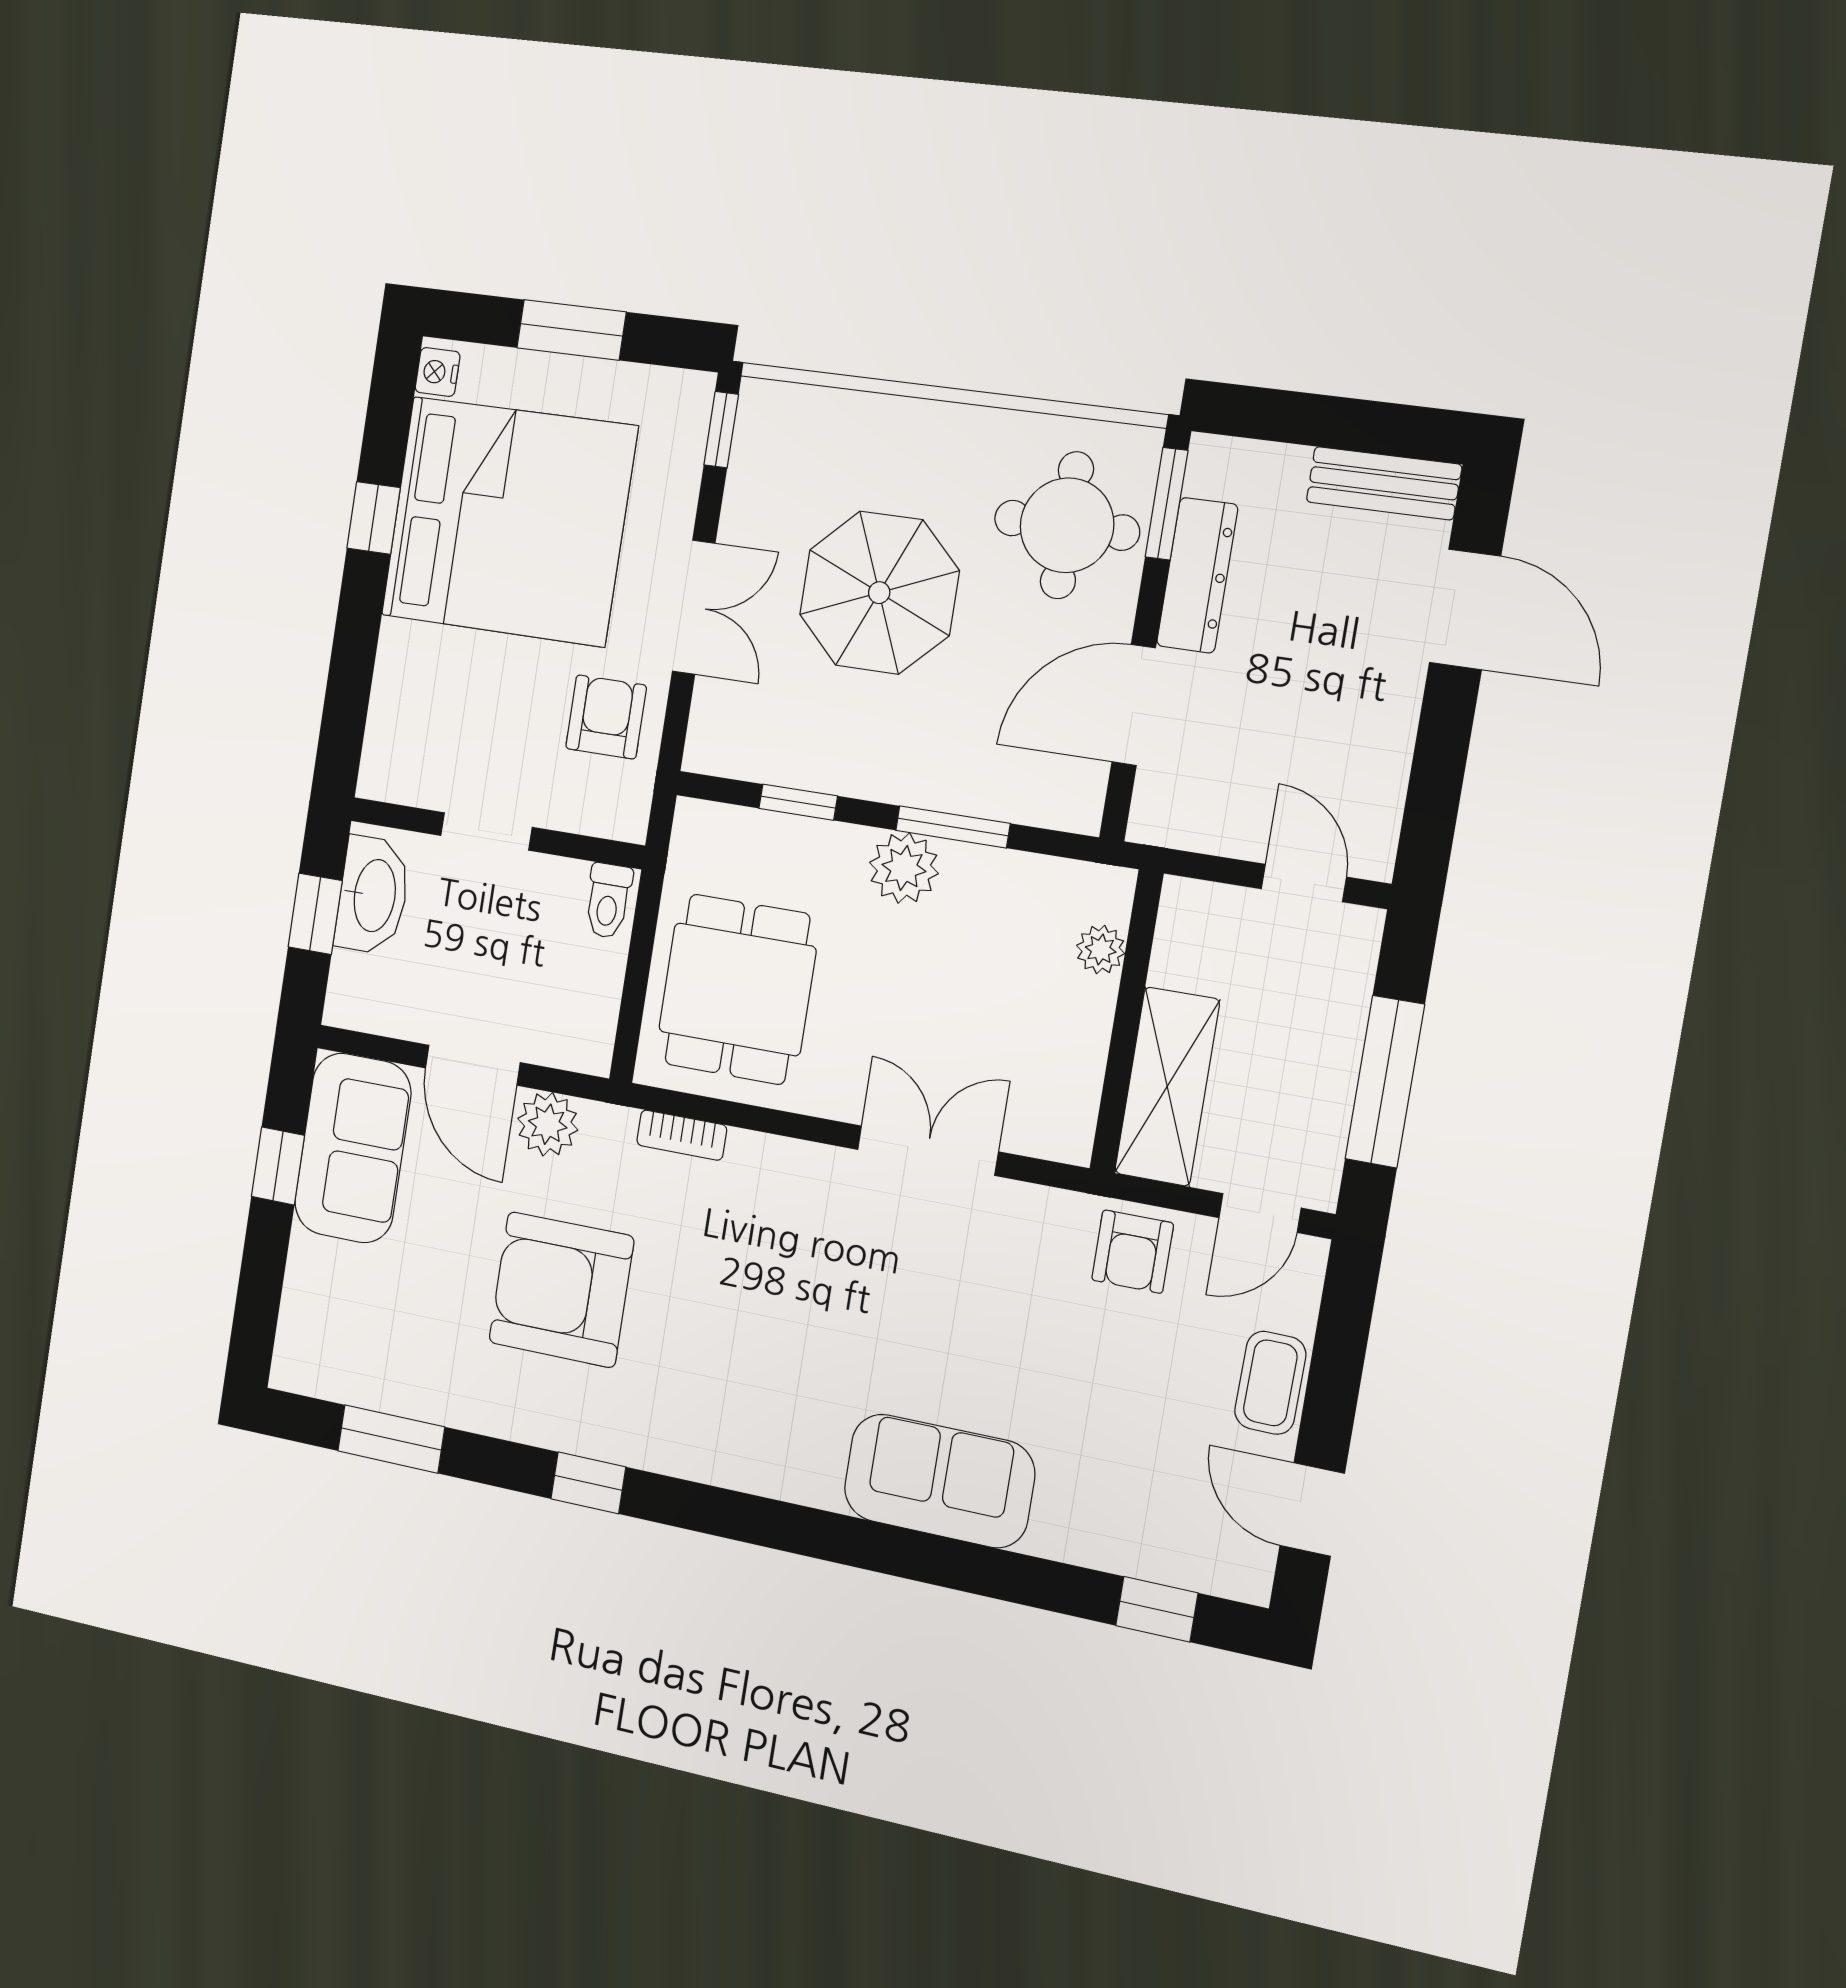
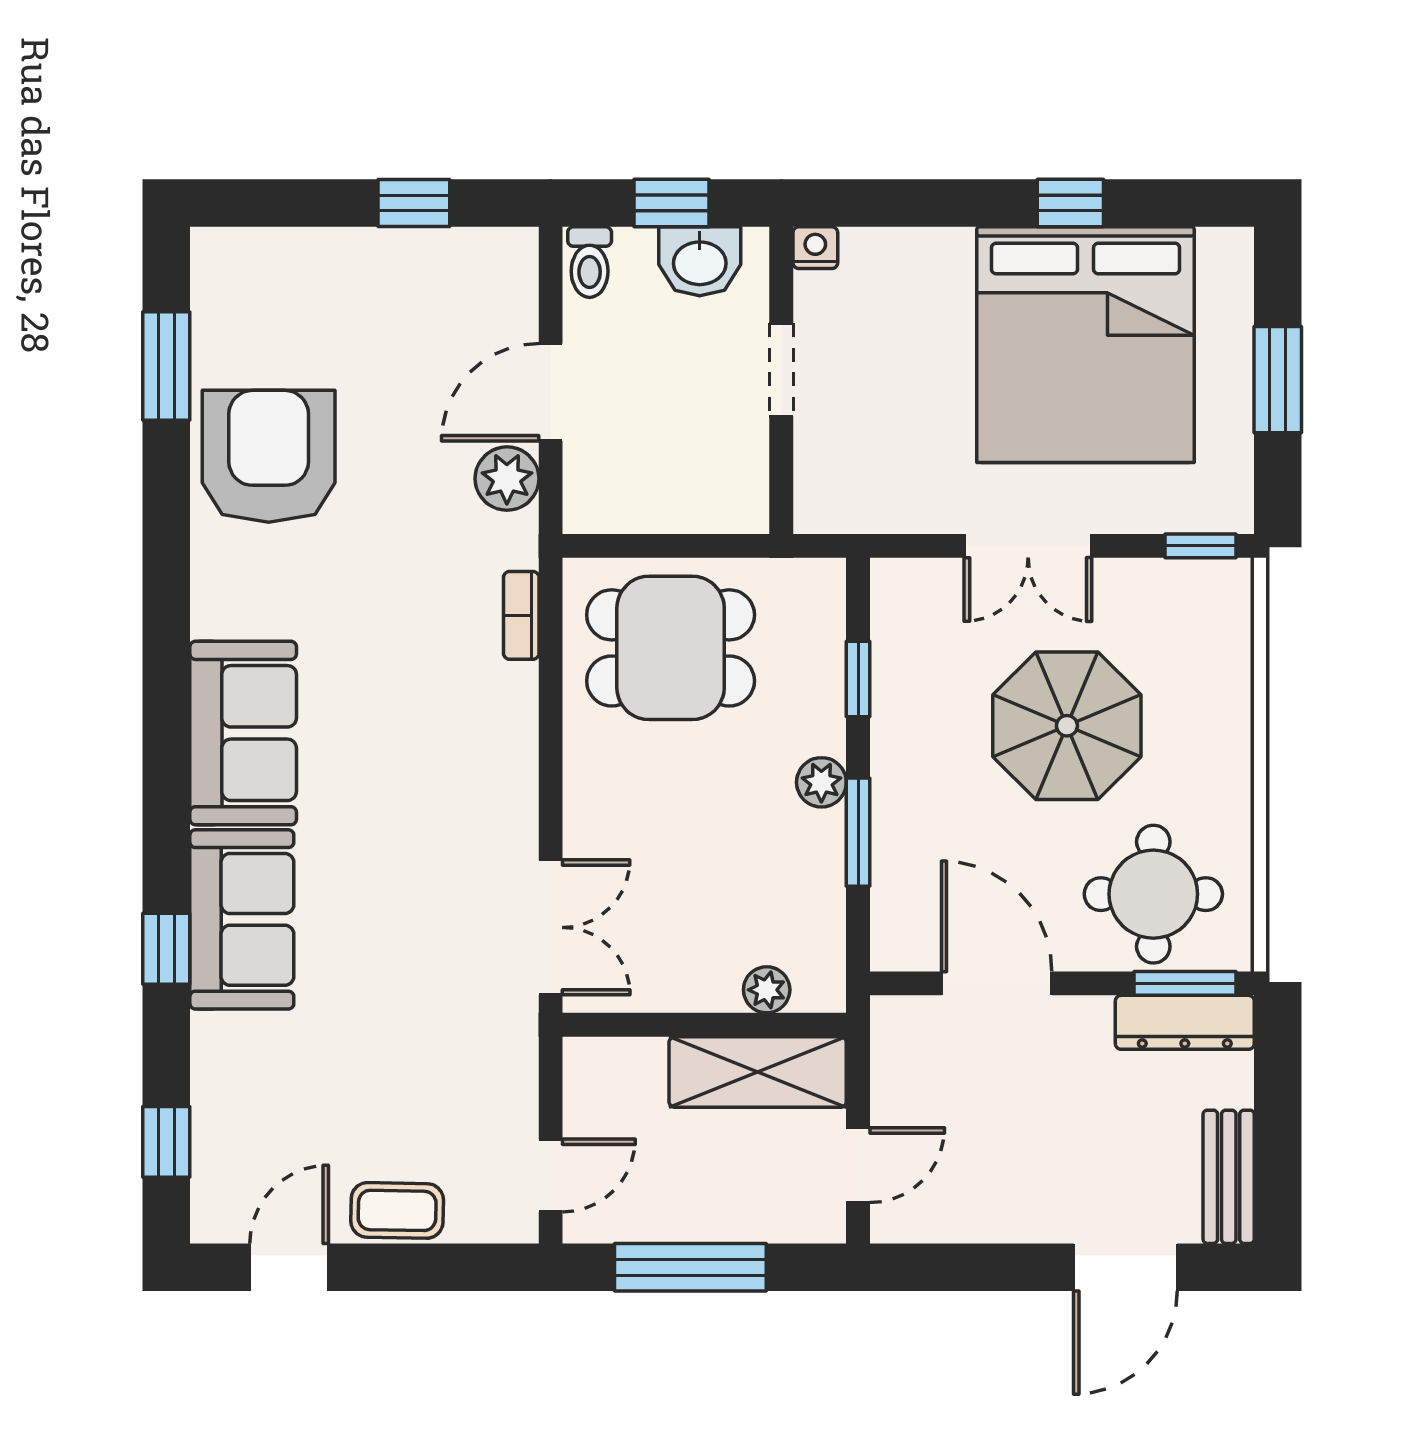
nightstand: (438, 372) -> (815, 248), moved
dresser: (1197, 575) -> (1185, 1022), moved
armchair: (606, 717) -> (911, 475), removed
plant: (904, 868) -> (821, 782), width x0.73, depth x0.73
washbasin: (373, 895) -> (700, 261), width x0.72
toilet: (608, 901) -> (590, 262), moved, turned -90
shelving: (1167, 1087) -> (758, 1072), moved
sofa: (353, 1148) -> (243, 733), moved, turned -90
double door: (928, 1151) -> (551, 927), moved
door: (1260, 1213) -> (551, 1175), swing flipped
armchair: (1133, 1252) -> (493, 1065), removed
armchair: (561, 1290) -> (269, 456), moved
window: (588, 1483) -> (166, 949), moved

